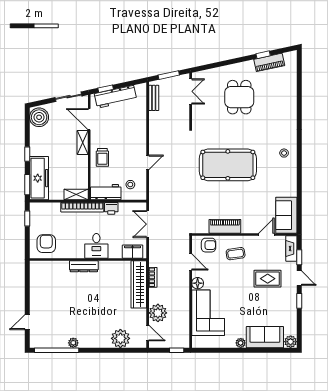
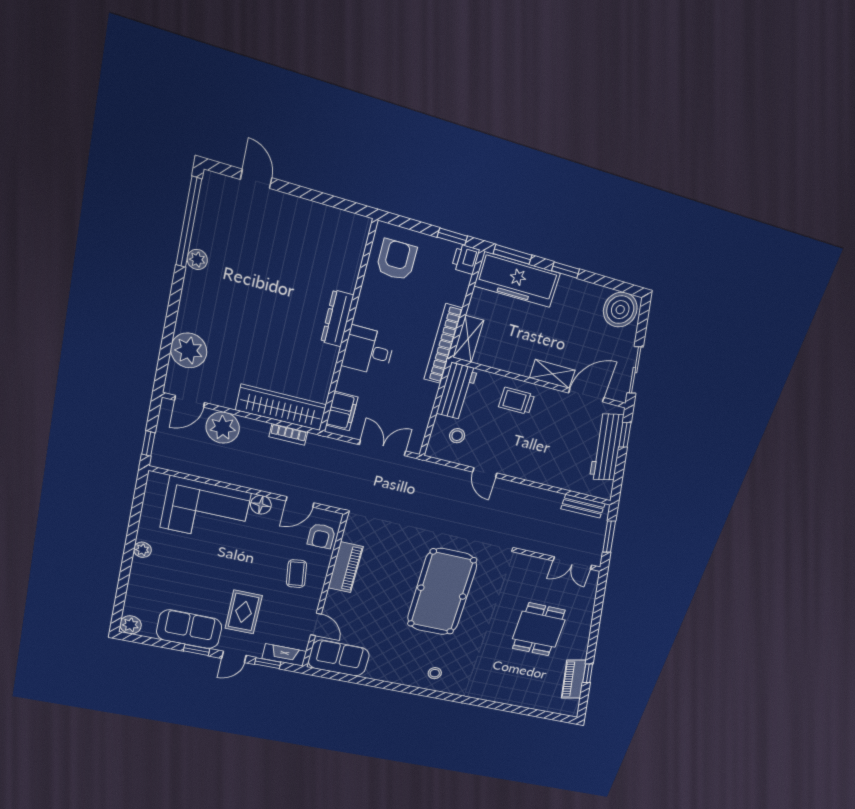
dining table: (239, 97) -> (539, 629), turned 90
printer: (111, 208) -> (466, 259), moved
armchair: (46, 244) -> (396, 260), turned -90
sofa: (265, 337) -> (189, 629), moved, turned -90

